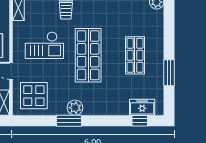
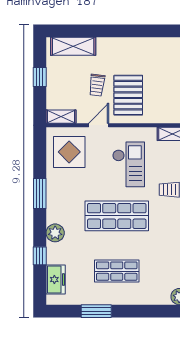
checkout: (44, 45) -> (129, 164), turned 180
plant: (75, 108) -> (55, 233), moved
window: (140, 121) -> (40, 256), moved

